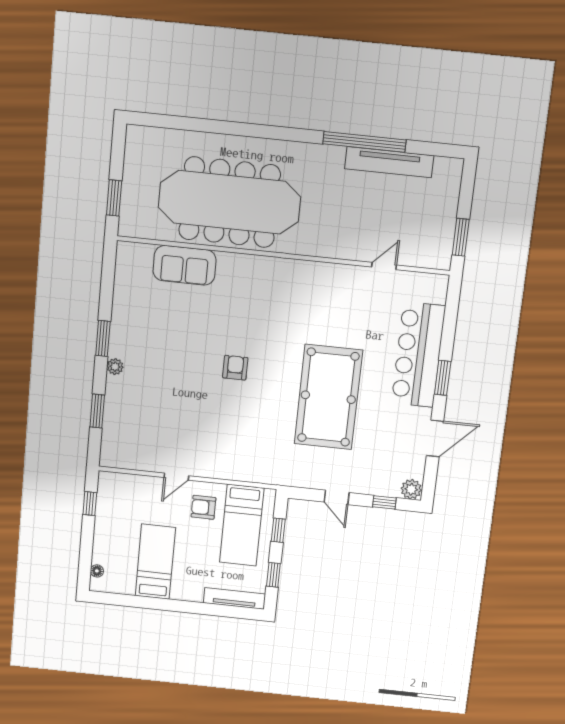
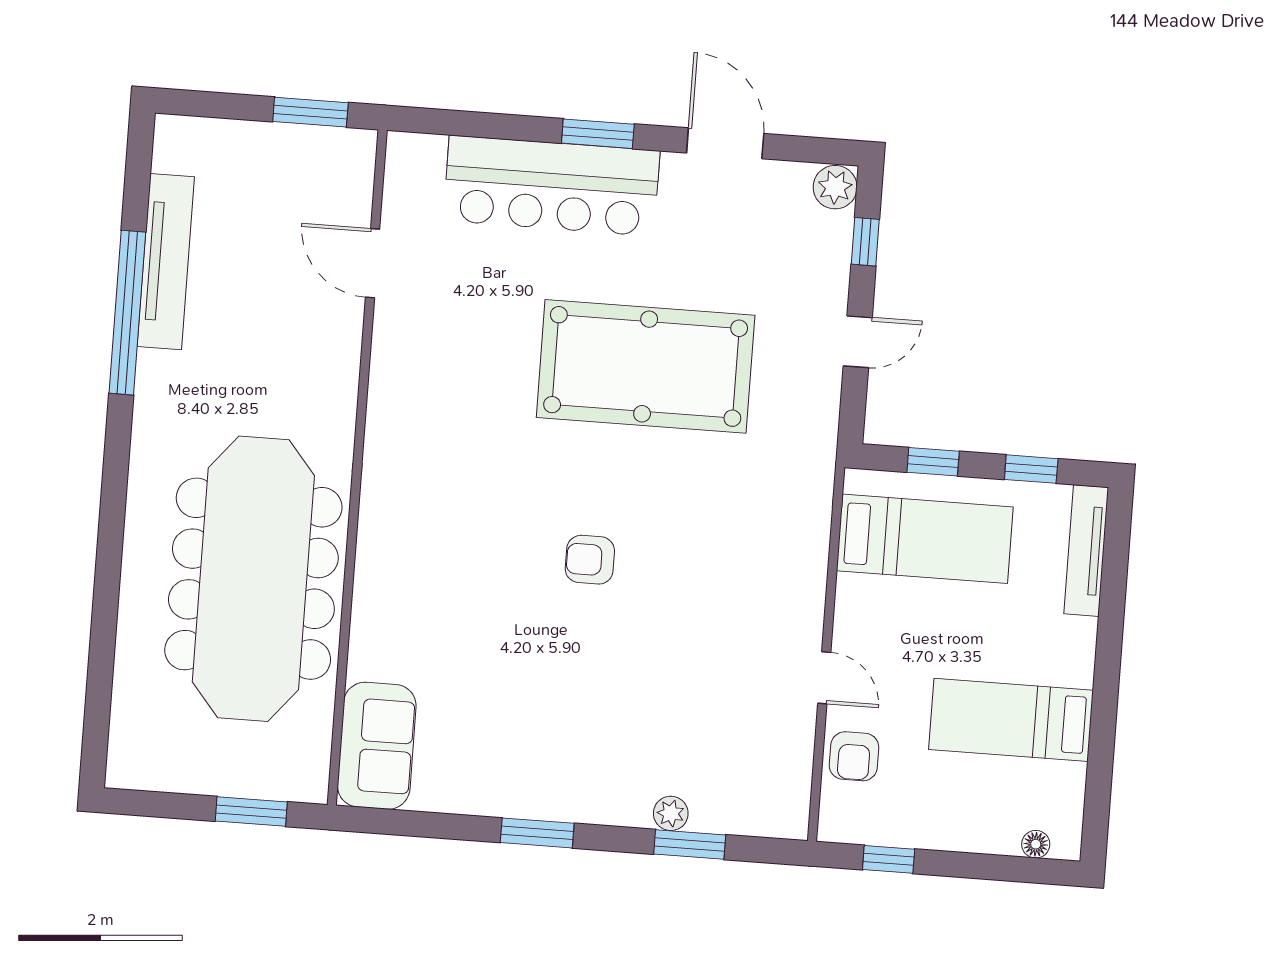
sofa: (185, 265) -> (377, 746), moved
door: (384, 266) -> (373, 263), width x1.37
plant: (115, 367) -> (671, 813), moved
armchair: (203, 507) -> (854, 756), moved

